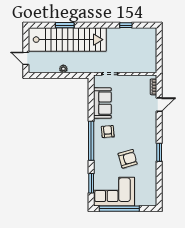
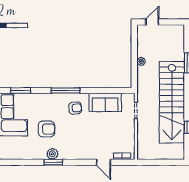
stairs: (67, 40) -> (172, 102), moved
window: (91, 141) -> (65, 90), width x0.68
plant: (151, 153) -> (52, 154), added
armchair: (128, 159) -> (47, 129), turned -74

